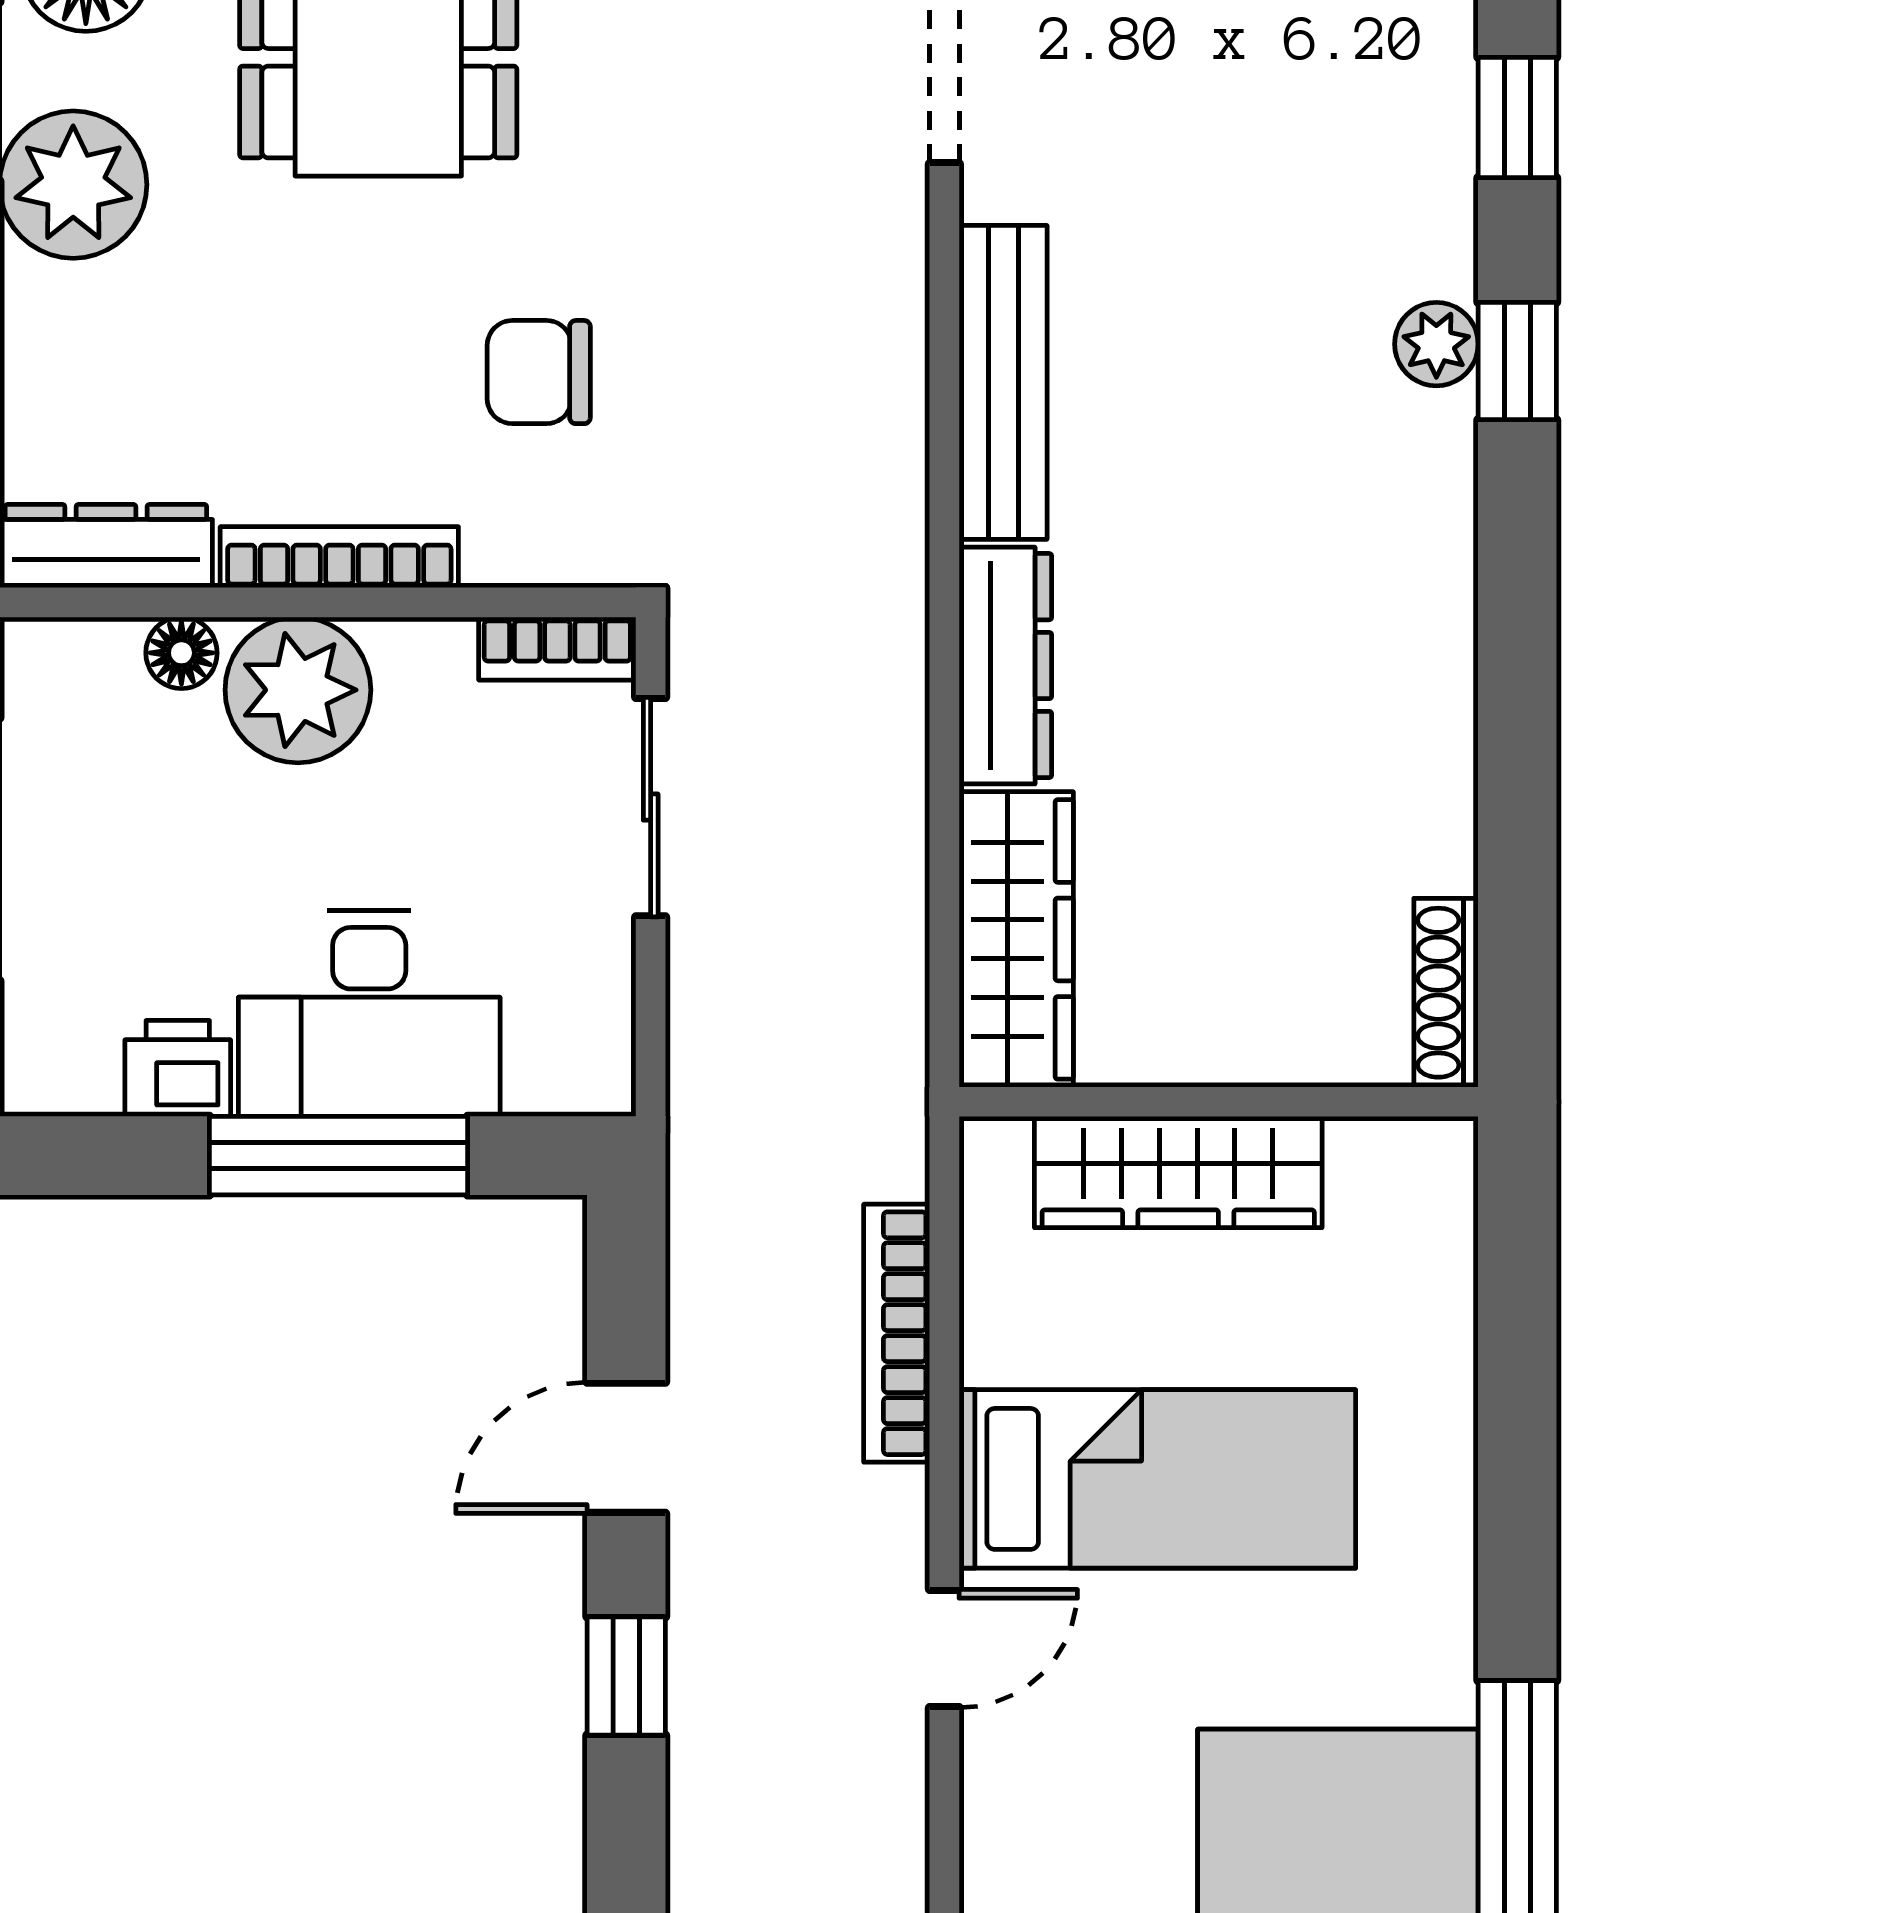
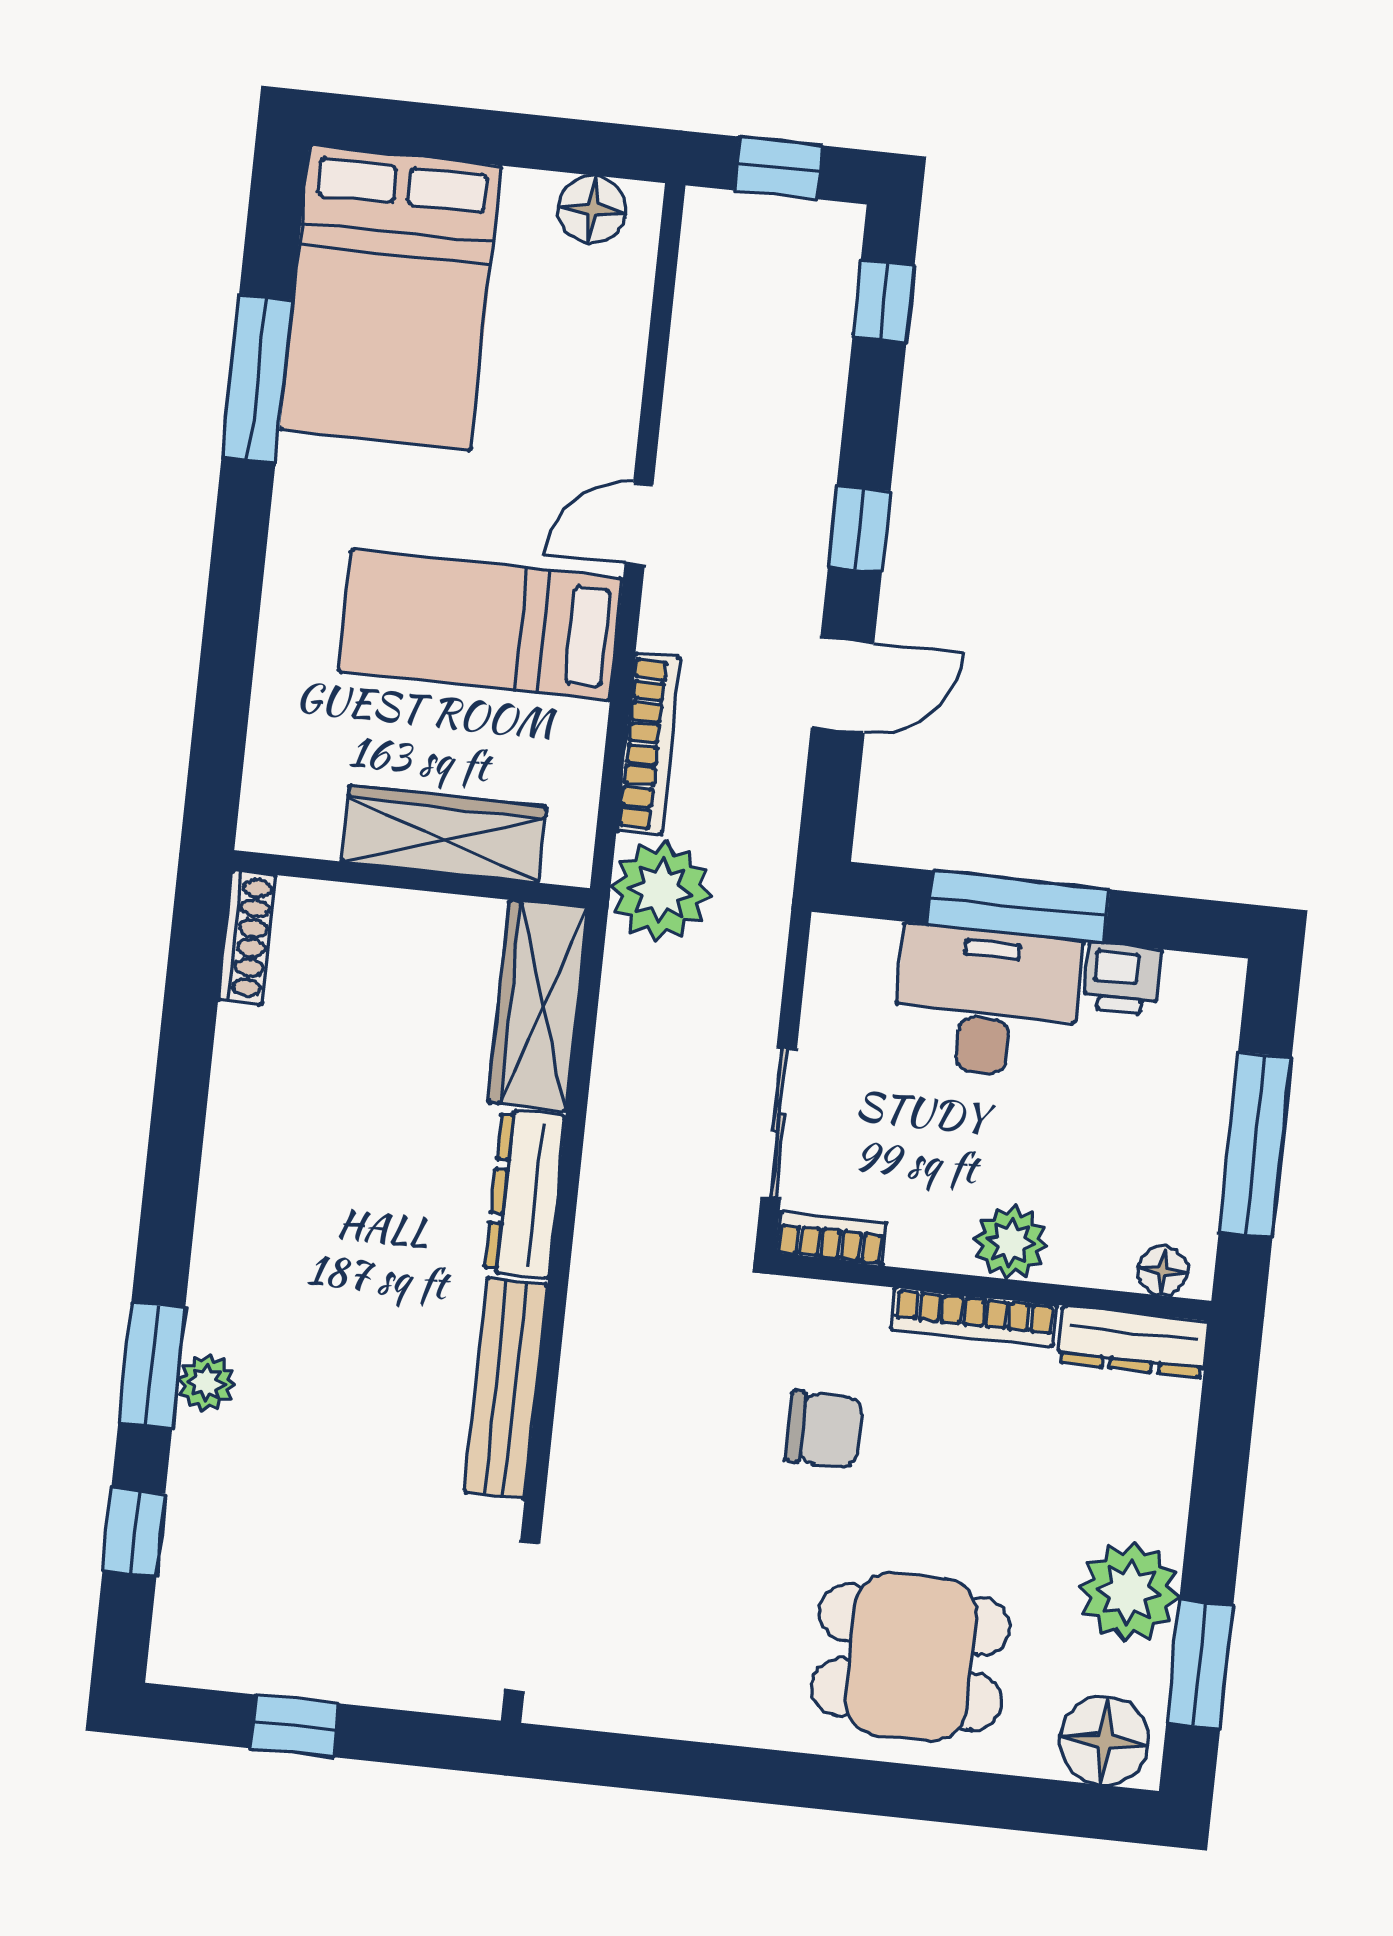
window: (1517, 361) -> (152, 1365), width x1.50
floor lamp: (181, 653) -> (1162, 1271), moved
plant: (298, 690) -> (1011, 1242), width x0.73, depth x0.73
plant: (857, 1124) -> (660, 891), added

